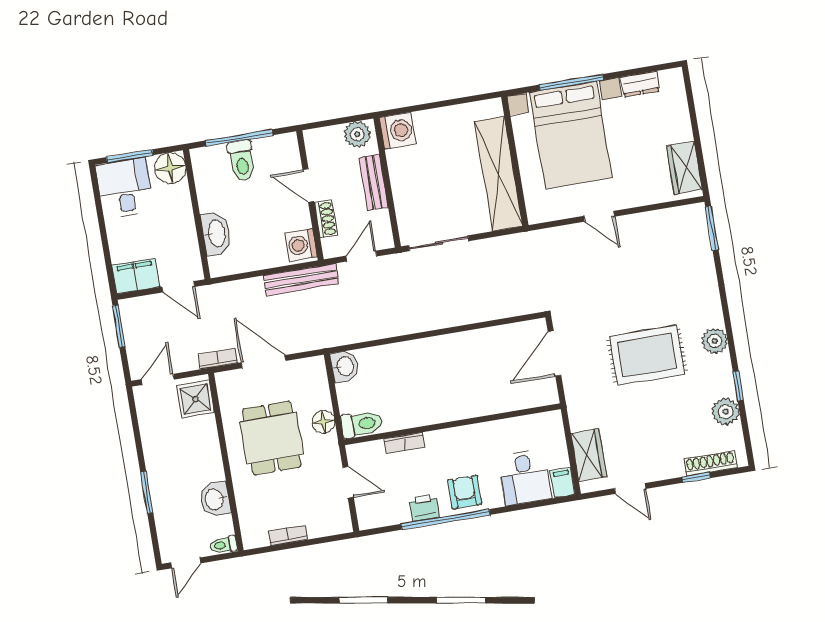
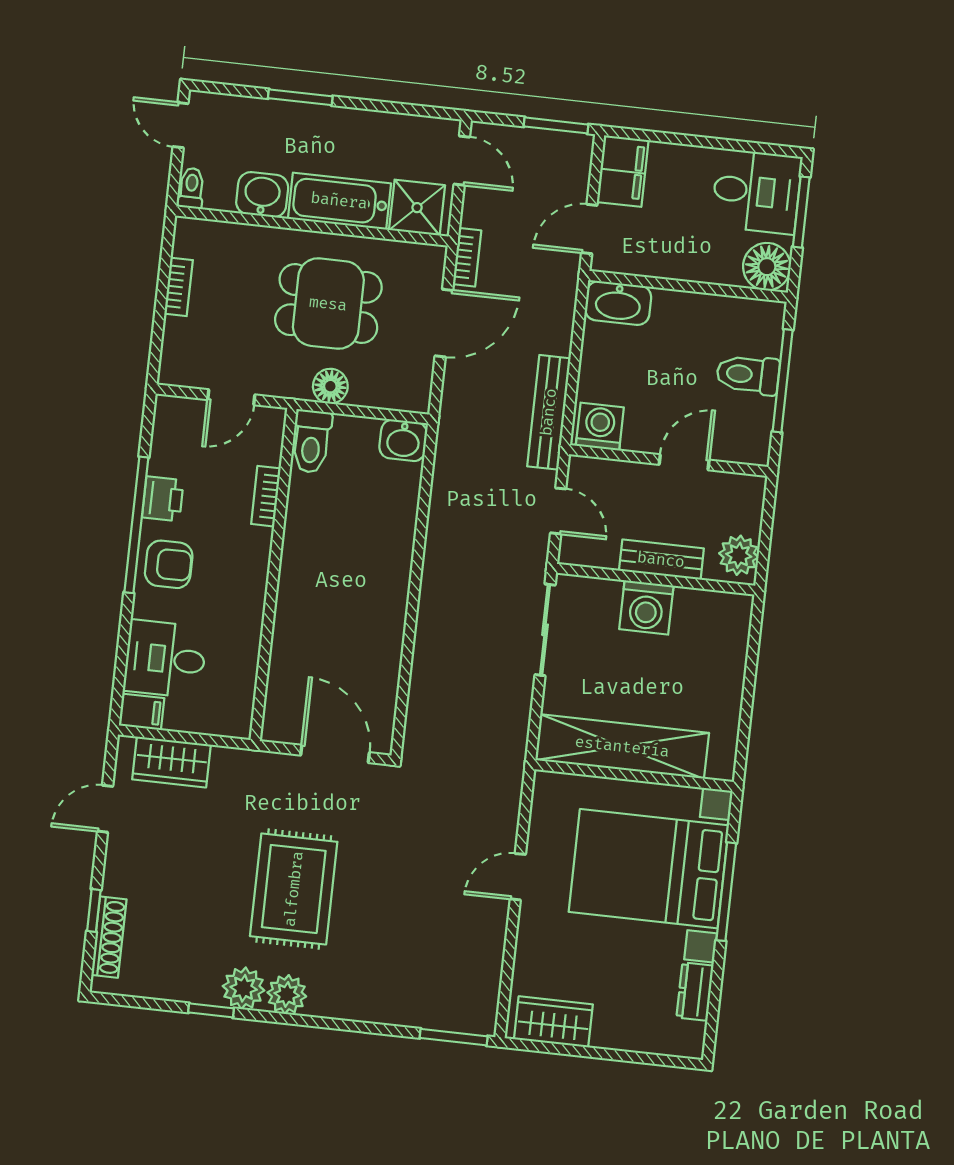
washing machine: (398, 131) -> (646, 607), moved
shoe rack: (326, 219) -> (628, 474), removed
washbasin: (216, 233) -> (618, 303), moved
plant: (726, 412) -> (244, 988), moved
bathtub: (205, 449) -> (339, 201), added

